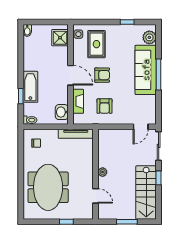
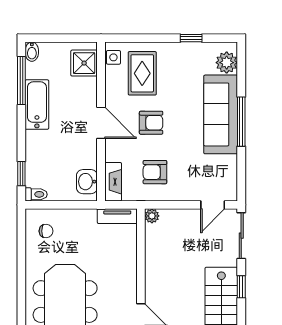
window: (21, 49) -> (21, 81), added
bathtub: (30, 87) -> (37, 105), moved
window: (21, 96) -> (21, 174), moved
fireplace: (78, 101) -> (113, 182), moved
armchair: (104, 106) -> (155, 172), turned 90
tv unit: (76, 134) -> (117, 216), width x0.71
plant: (103, 172) -> (152, 216), moved

